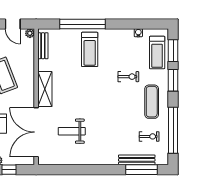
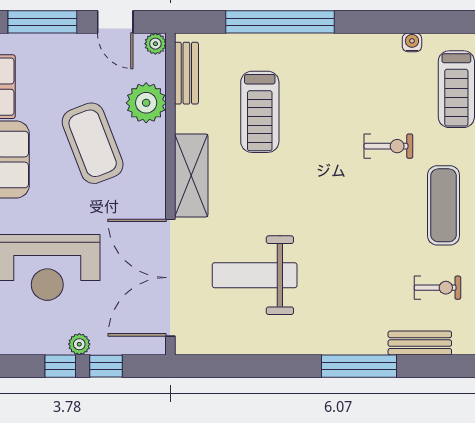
treadmill: (90, 49) -> (260, 112), moved
plant: (26, 58) -> (146, 103), added
weight bench: (72, 131) -> (255, 275), width x1.36, depth x1.33
bench: (137, 160) -> (420, 343), width x0.73
window: (141, 170) -> (359, 366), moved

